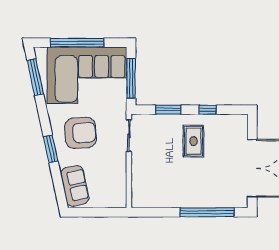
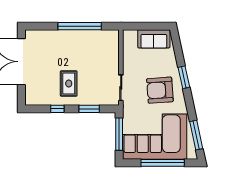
sofa: (75, 186) -> (154, 39), moved, turned -78
window: (207, 212) -> (80, 26), moved

